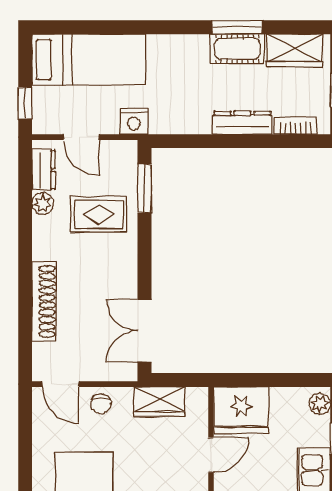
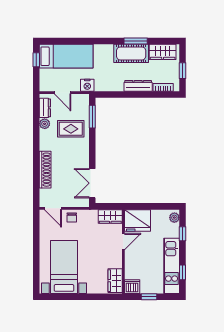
cot: (237, 49) -> (131, 53), width x1.37, depth x1.34
window: (25, 103) -> (36, 60), moved
wardrobe: (160, 402) -> (110, 216), moved

